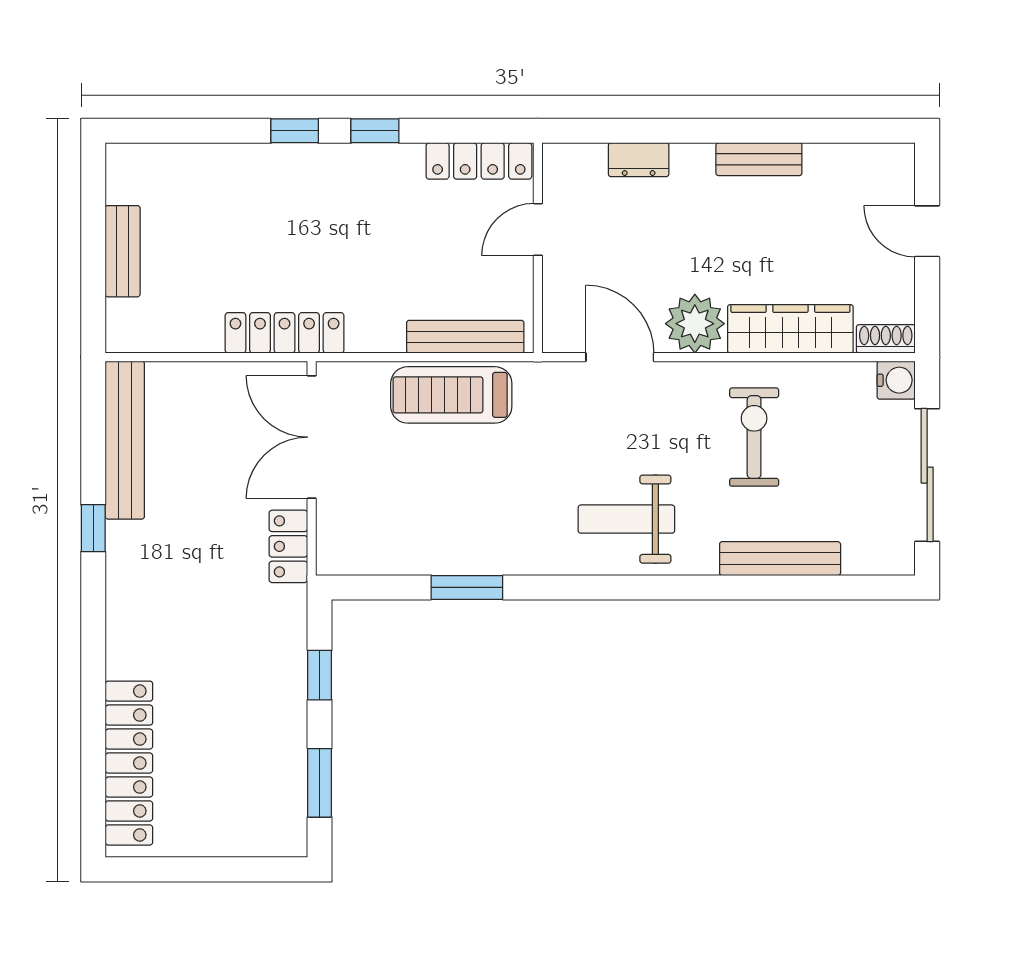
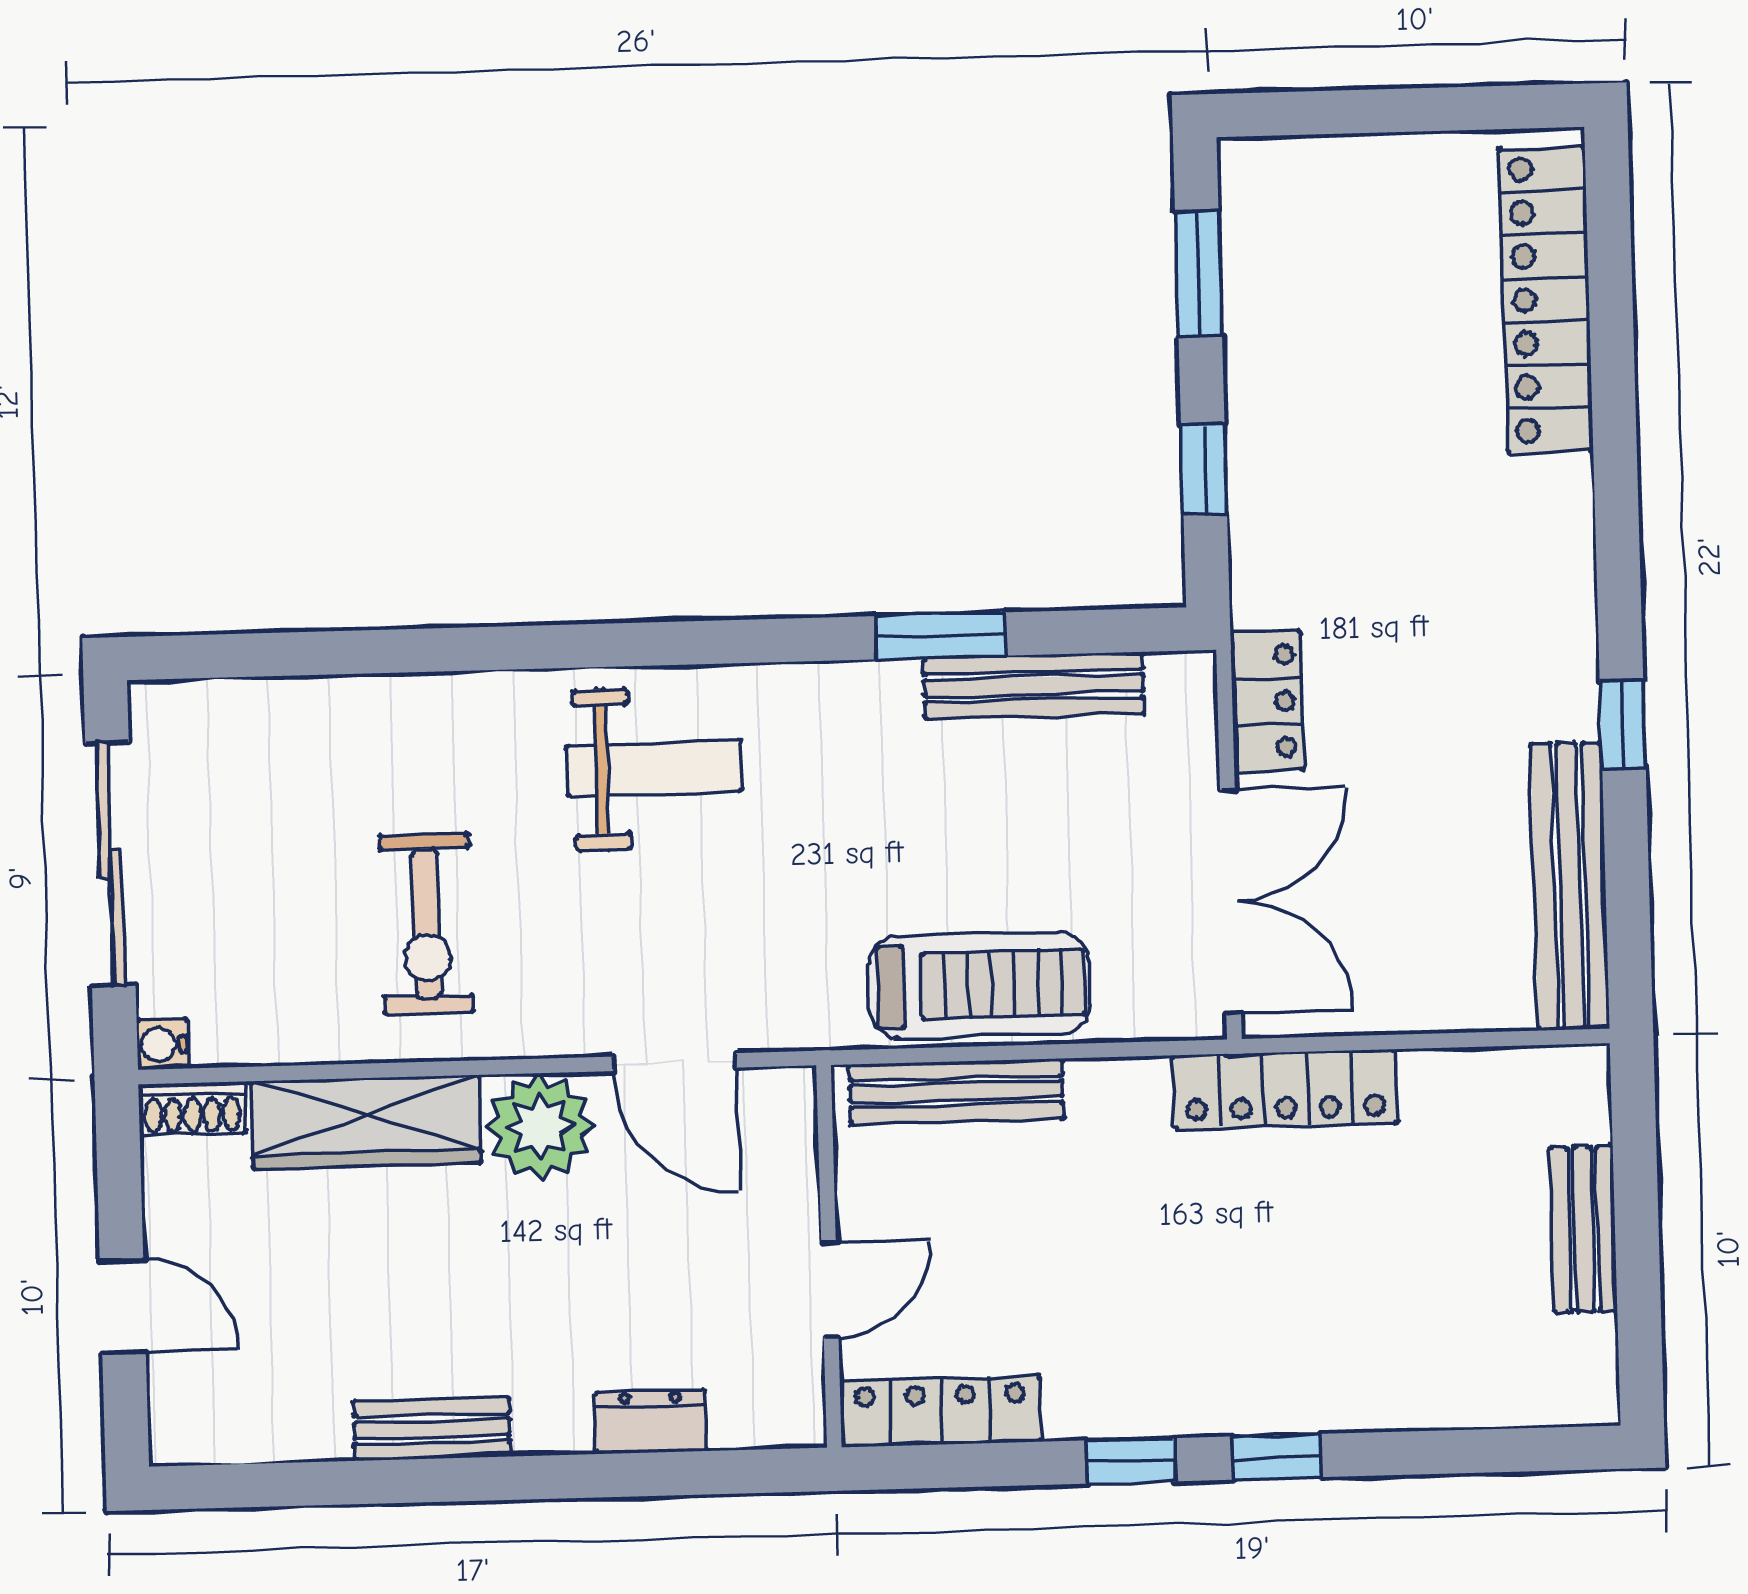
water cooler: (896, 380) -> (162, 1044), width x0.72, depth x0.72
bench: (780, 559) -> (1034, 686), moved

